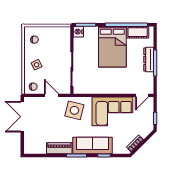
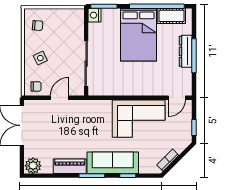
door: (51, 95) -> (60, 98), hinge flipped
side table: (74, 110) -> (89, 117), removed
plant: (31, 148) -> (33, 166), added

